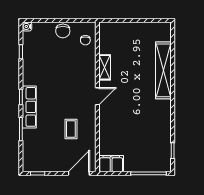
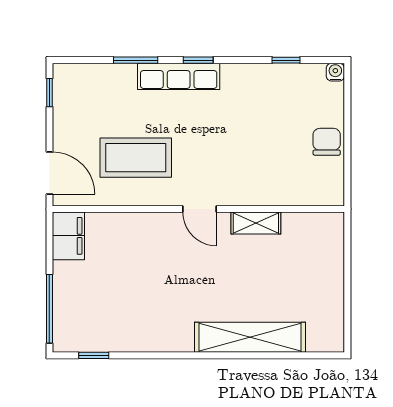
chair: (63, 31) -> (327, 142), turned 90
chair: (85, 40) -> (309, 186), removed
coffee table: (71, 129) -> (136, 158), width x1.86, depth x1.72

